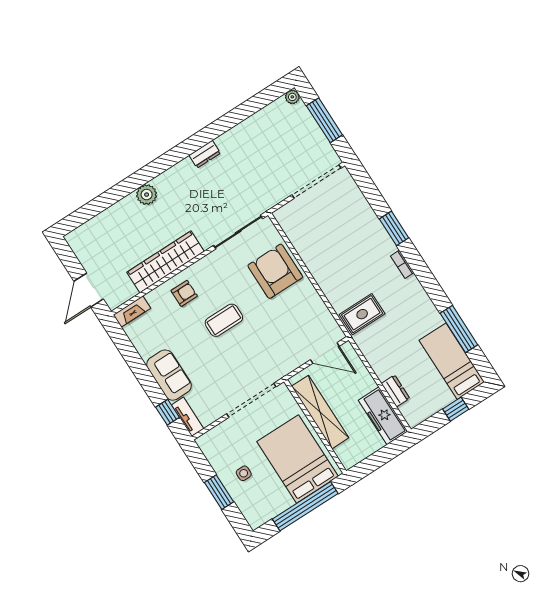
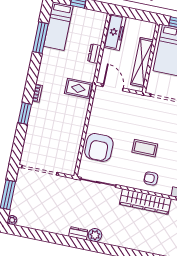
plant: (147, 195) -> (95, 235), moved
dresser: (395, 391) -> (94, 53), moved

